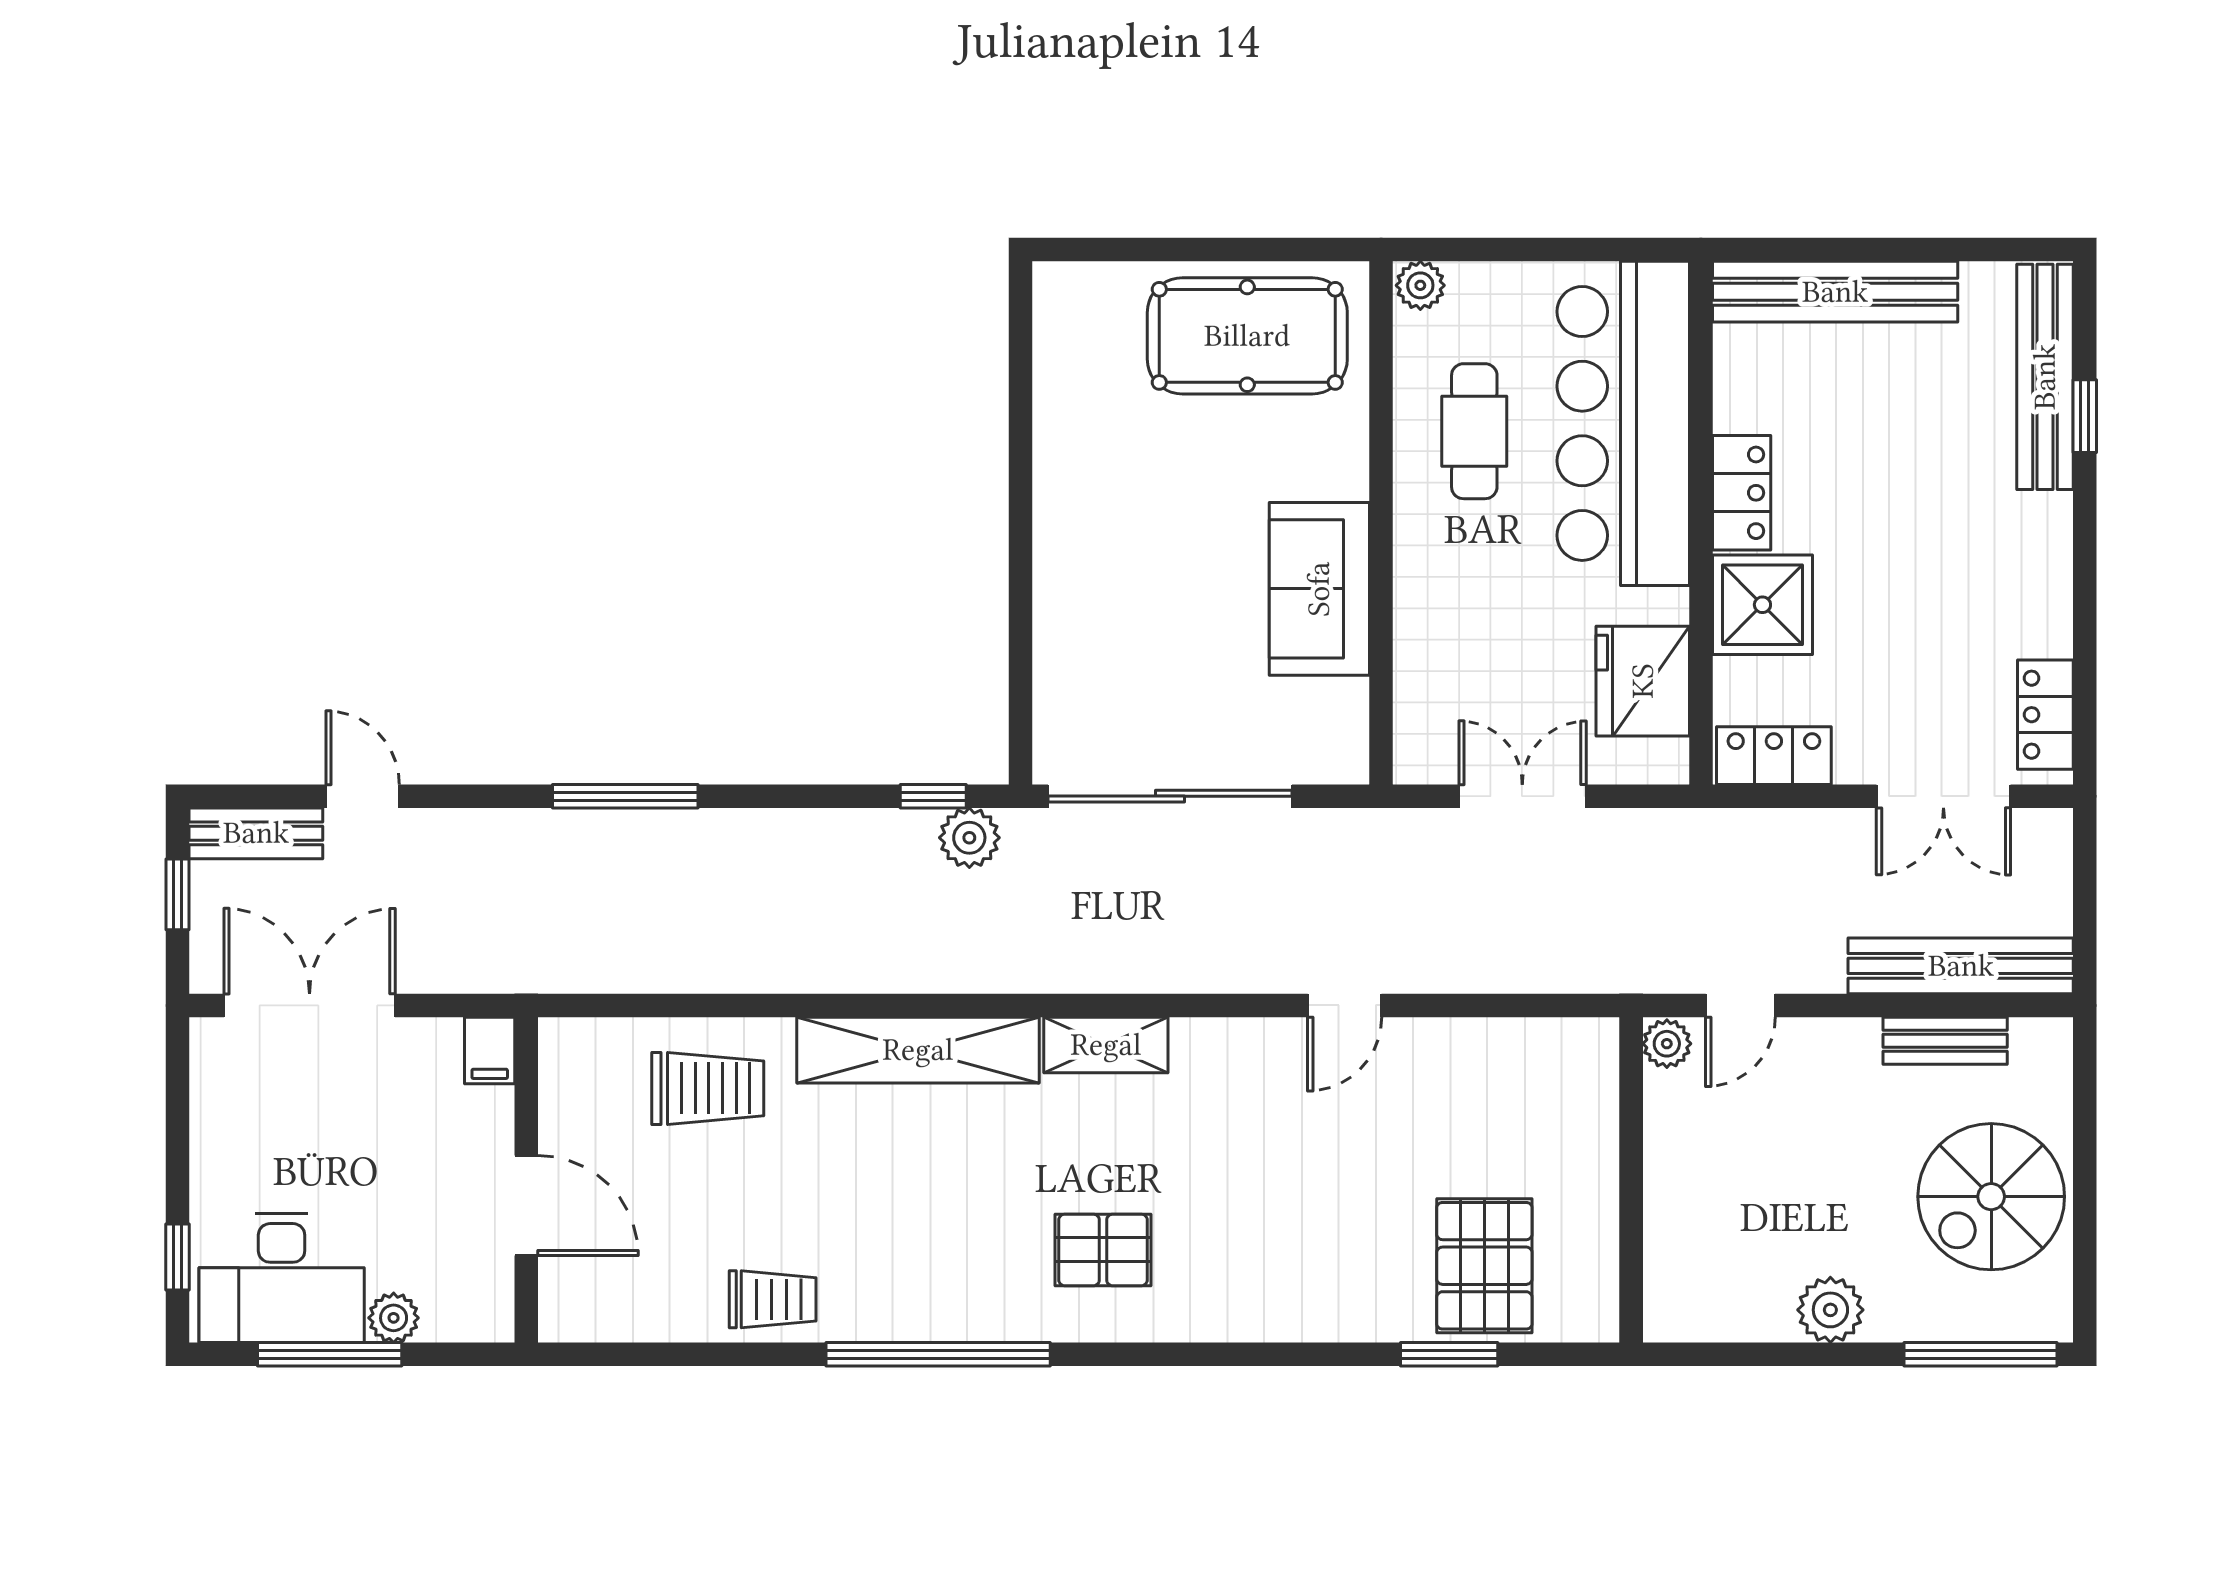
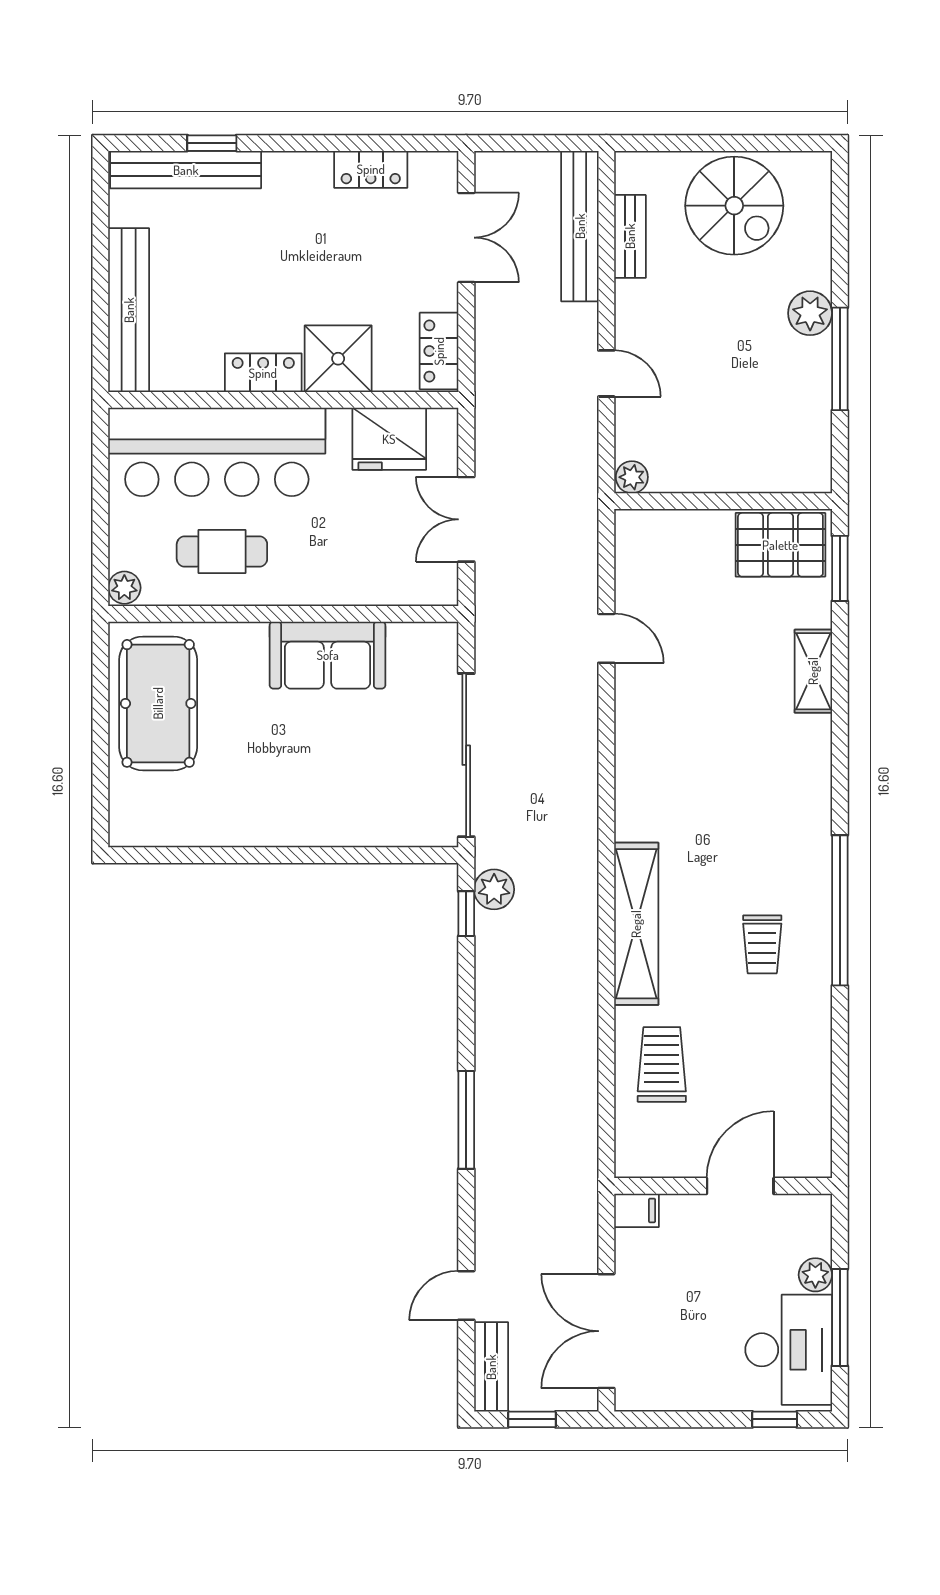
locker: (2045, 715) -> (371, 169), moved
plant: (1667, 1044) -> (632, 477), moved
shelving: (1106, 1045) -> (813, 671), moved
wall: (1631, 1180) -> (723, 501), moved
pallet: (1103, 1250) -> (770, 800), removed
trolley: (773, 1299) -> (762, 944), moved, turned 180
window: (1981, 1354) -> (840, 359), moved

